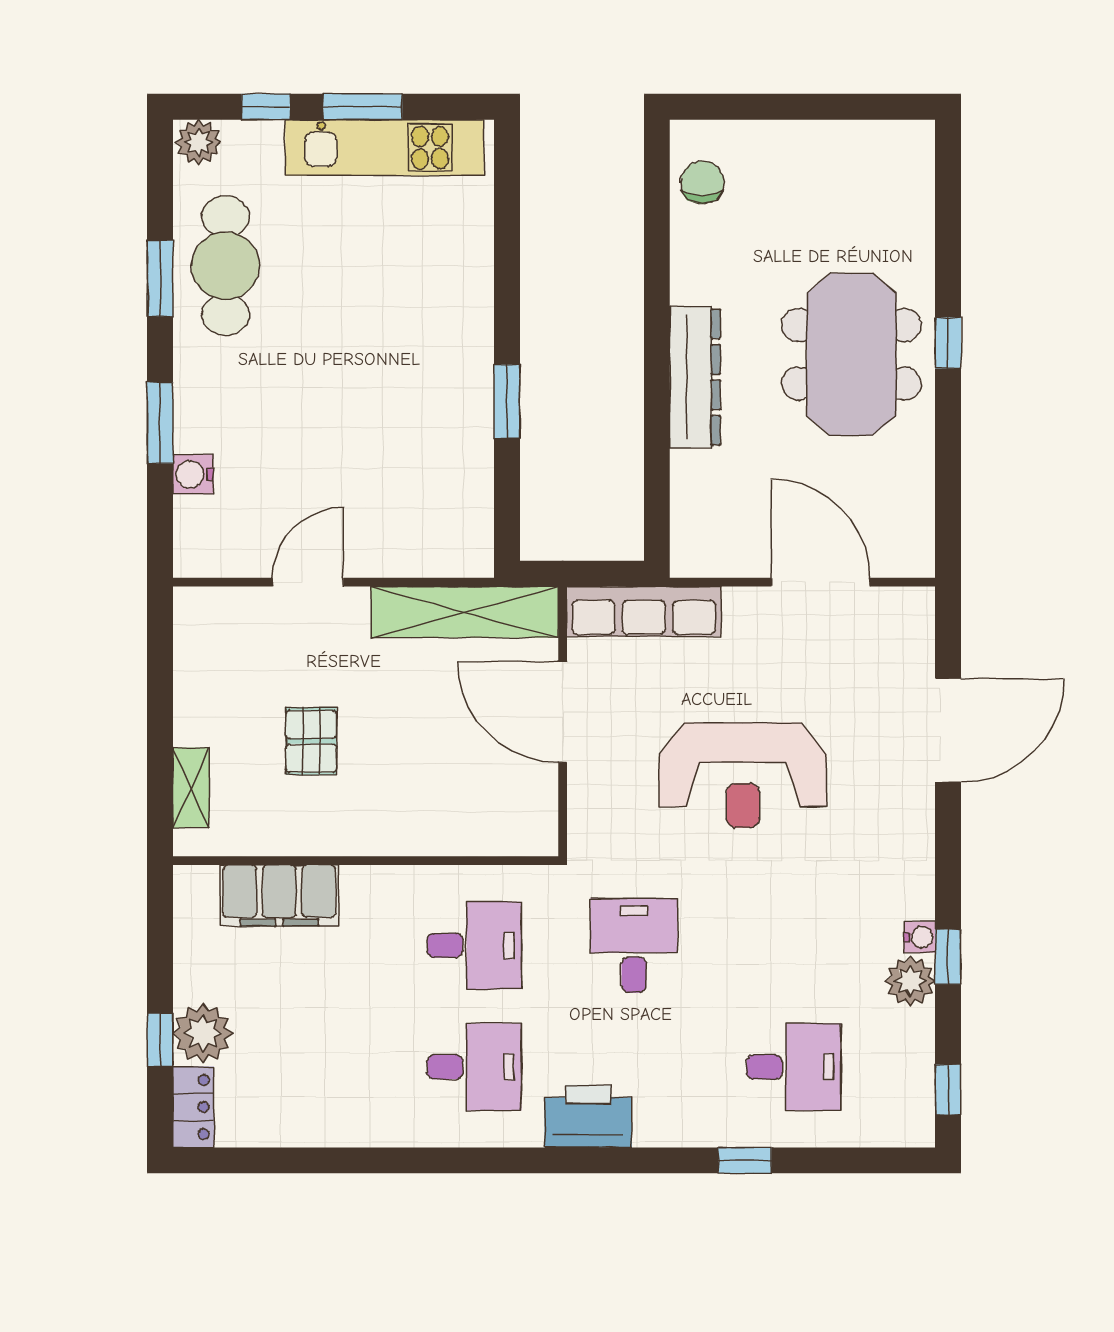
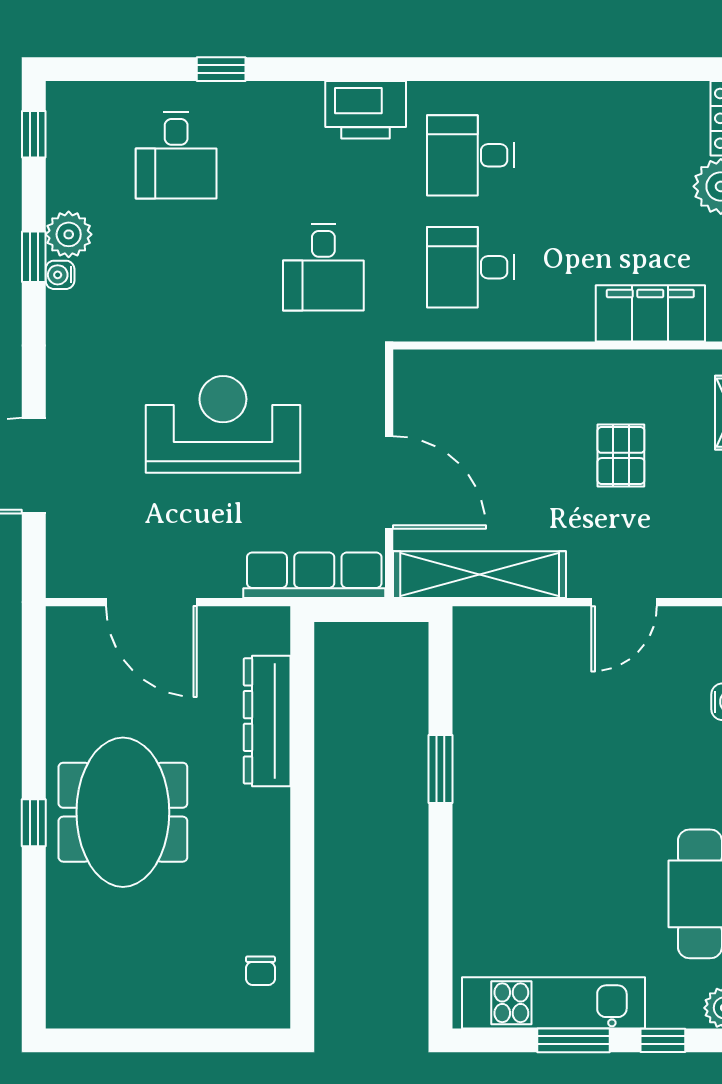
chair: (702, 182) -> (260, 971), width x0.73, depth x0.73
dresser: (695, 377) -> (267, 721), moved
desk: (794, 1067) -> (176, 155), turned -90

